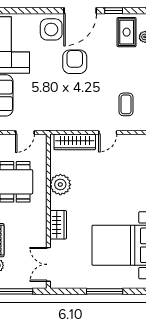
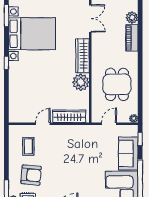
armchair: (75, 62) -> (31, 175), moved, turned -85
wardrobe: (58, 225) -> (83, 56), width x1.50

